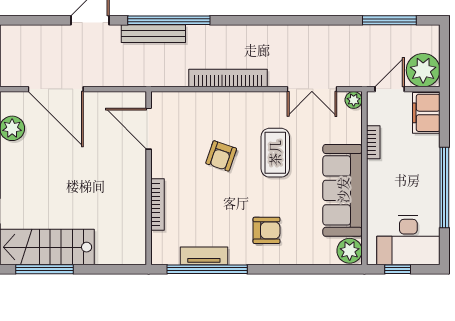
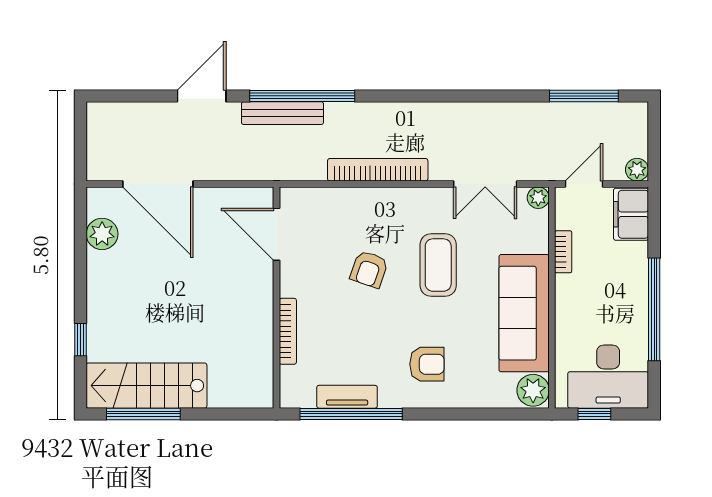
plant: (423, 70) -> (637, 170), width x0.53, depth x0.53

